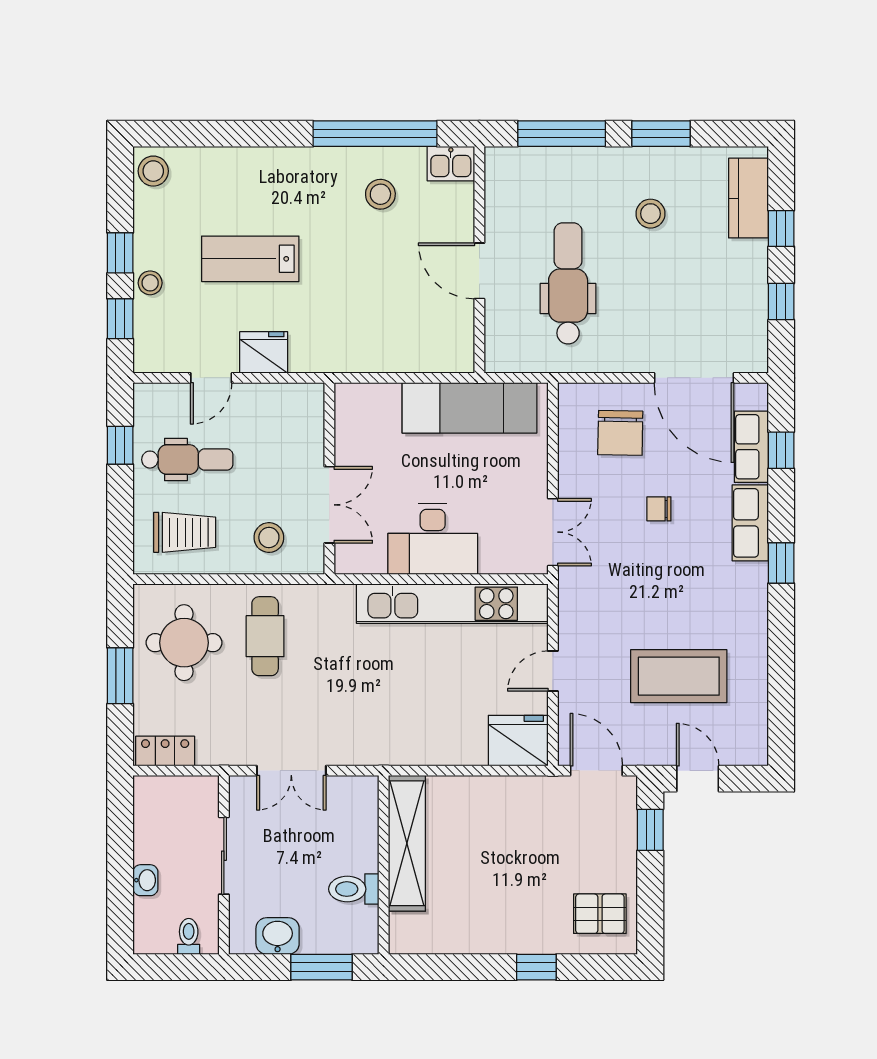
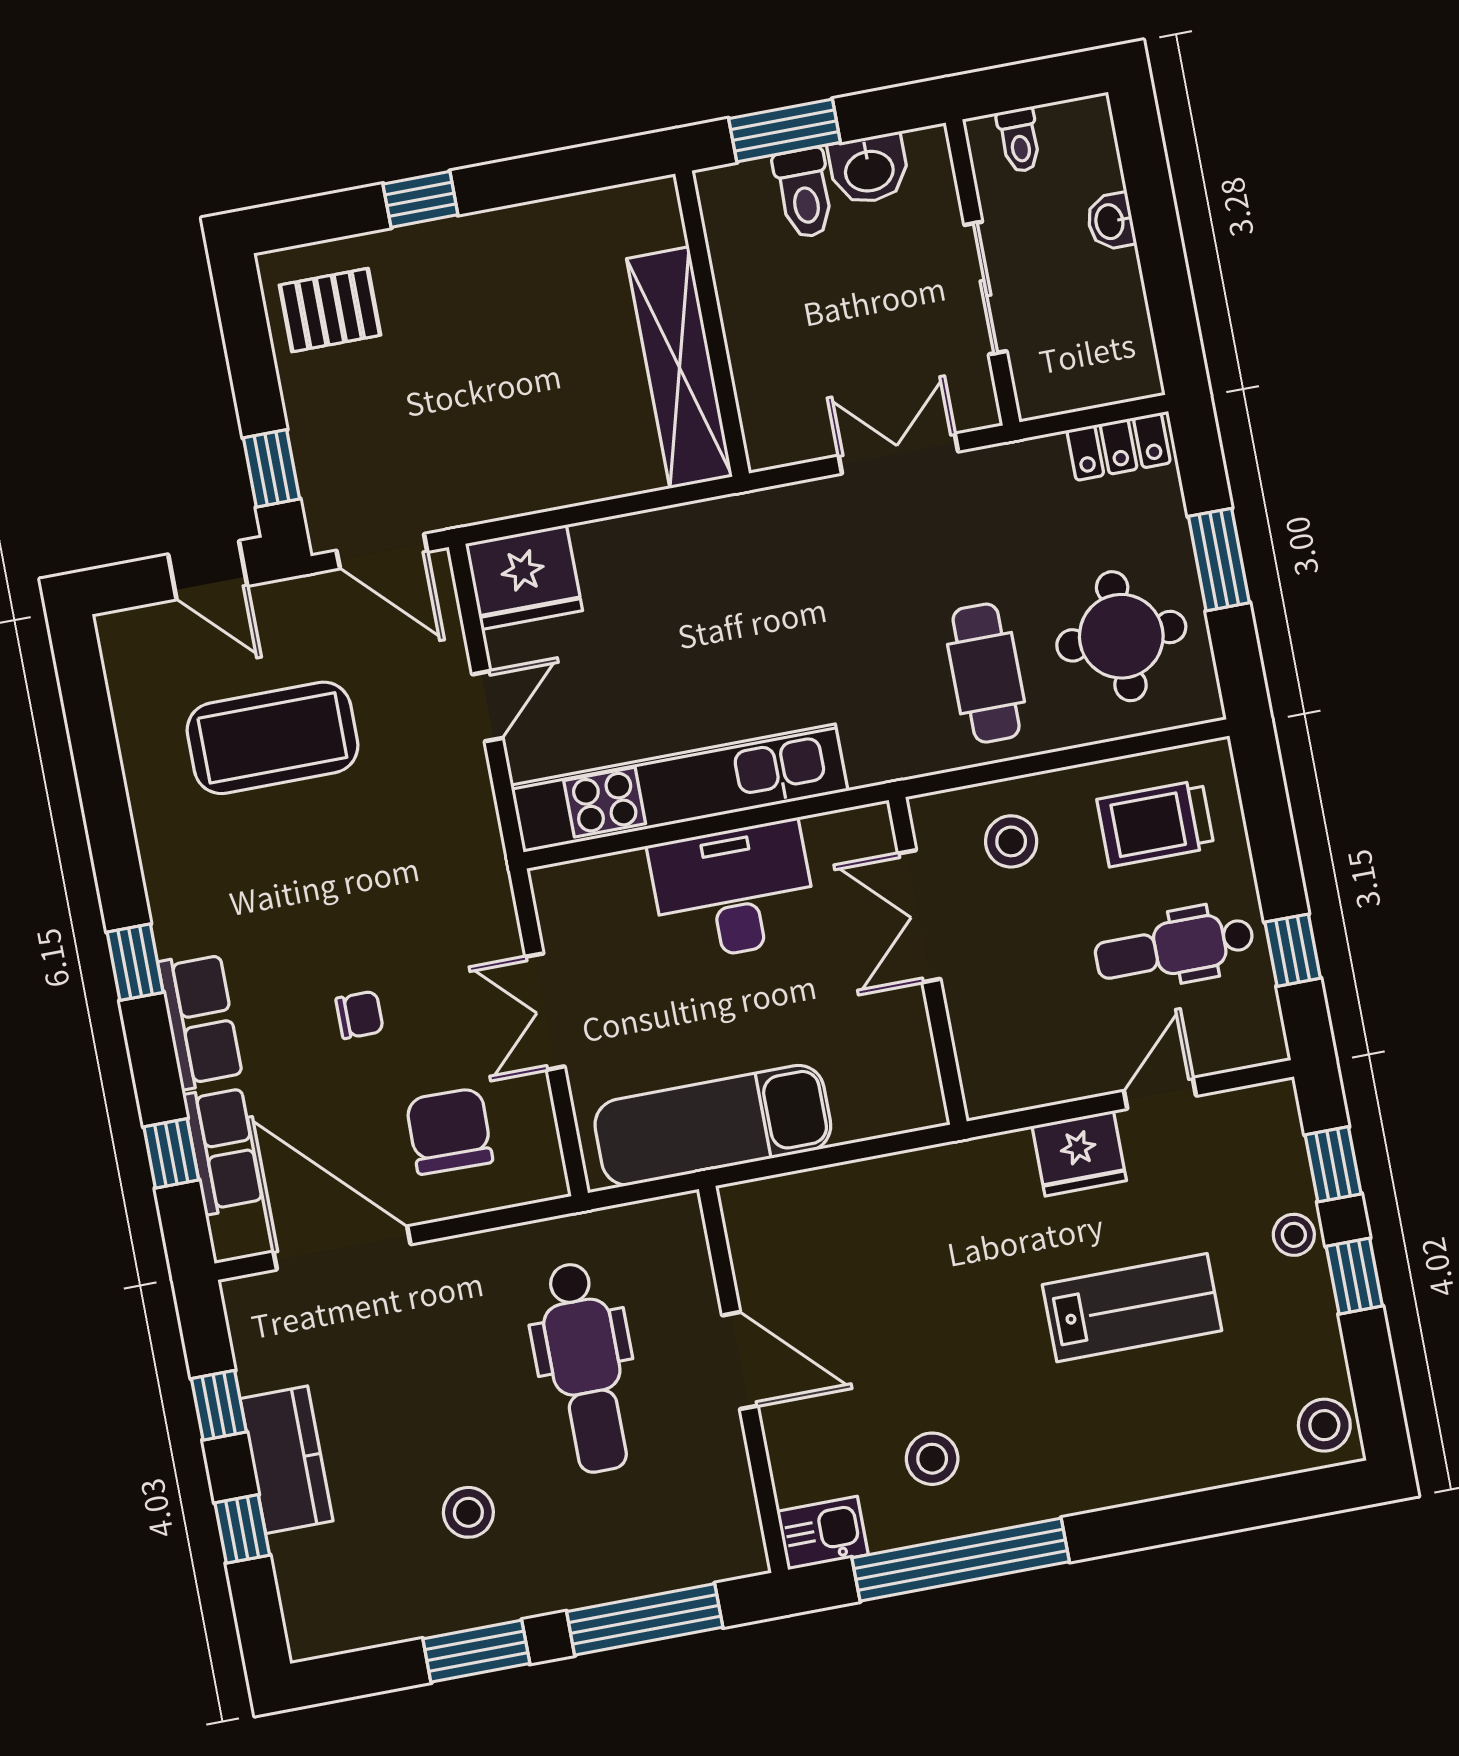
kitchen counter: (748, 198) -> (287, 1460), moved
double door: (553, 532) -> (545, 1012), moved
toilet: (354, 889) -> (804, 193), moved, turned 90

